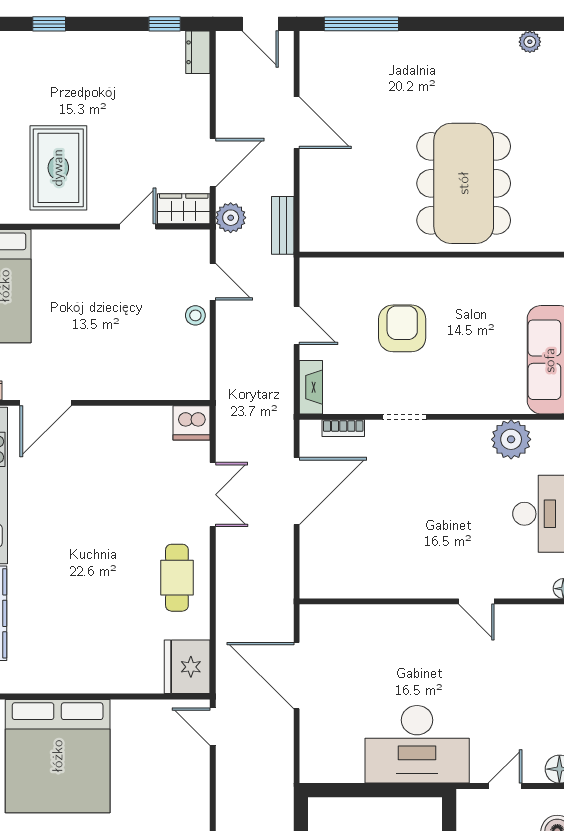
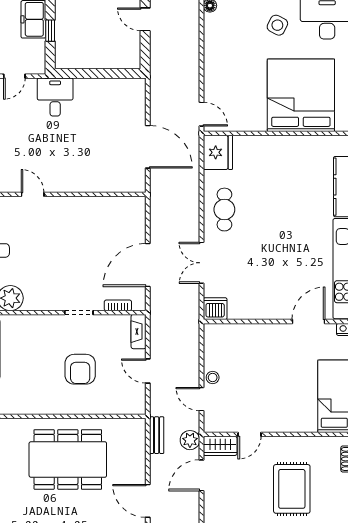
rug: (58, 168) -> (292, 489), moved
dining table: (464, 183) -> (68, 459), moved, turned 90
desk: (417, 744) -> (55, 97), width x0.53, depth x0.77

